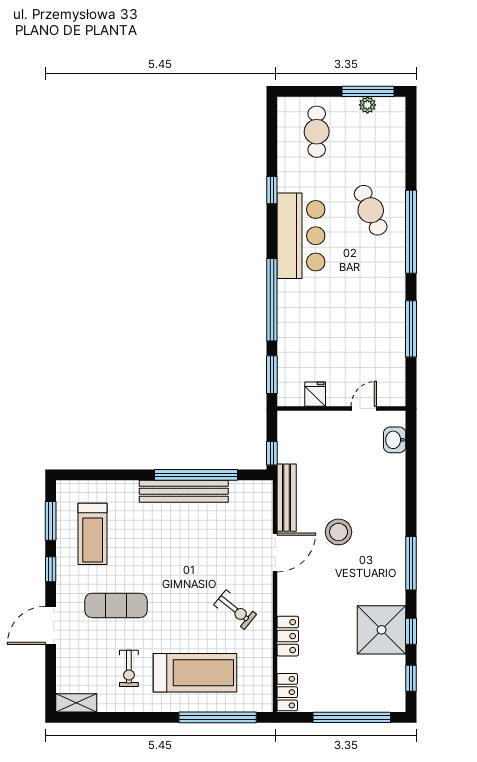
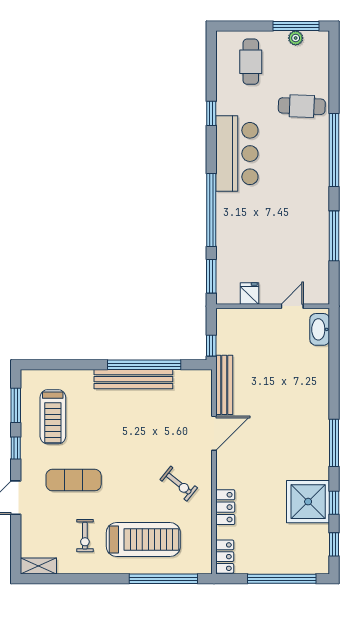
cafe table: (371, 210) -> (302, 106), moved, turned -64
washbasin: (395, 440) -> (320, 329), width x1.38
stool: (339, 532) -> (270, 415), removed

